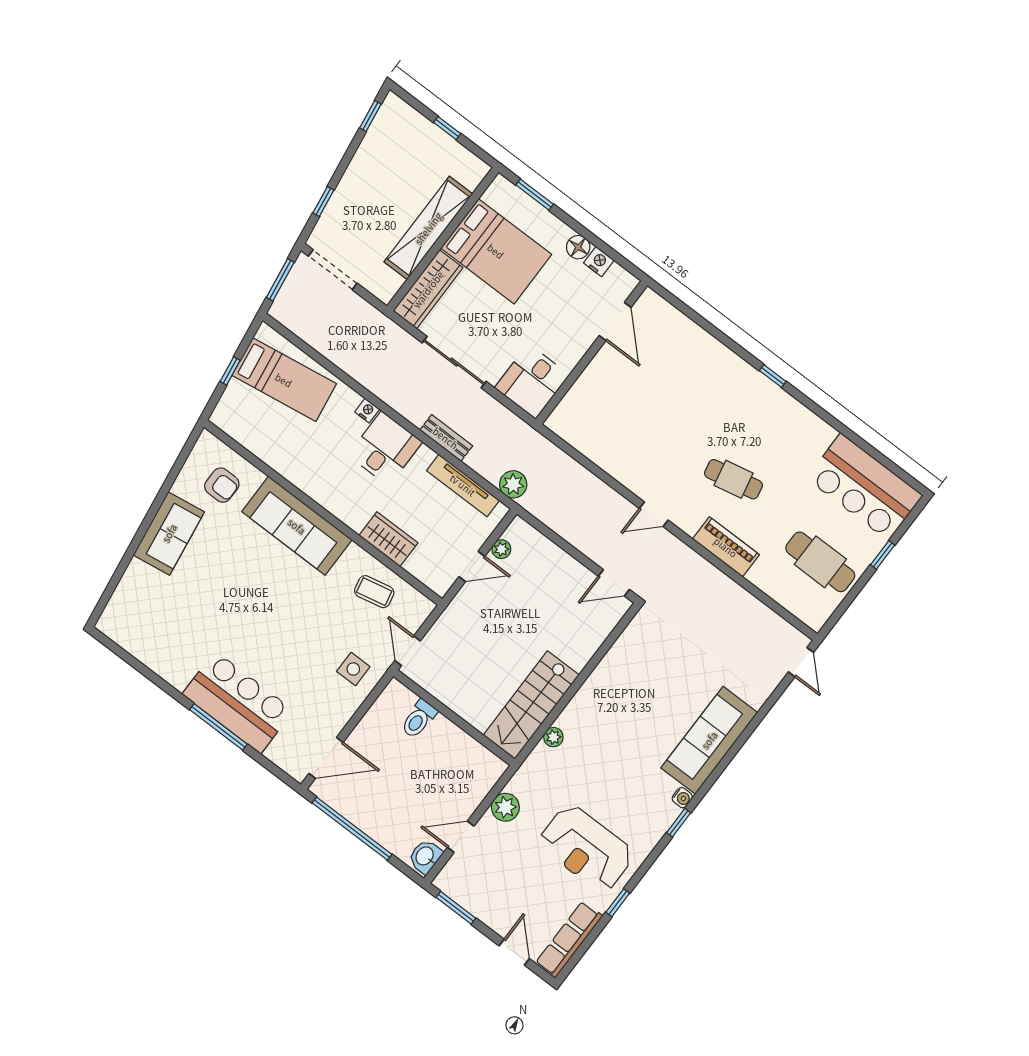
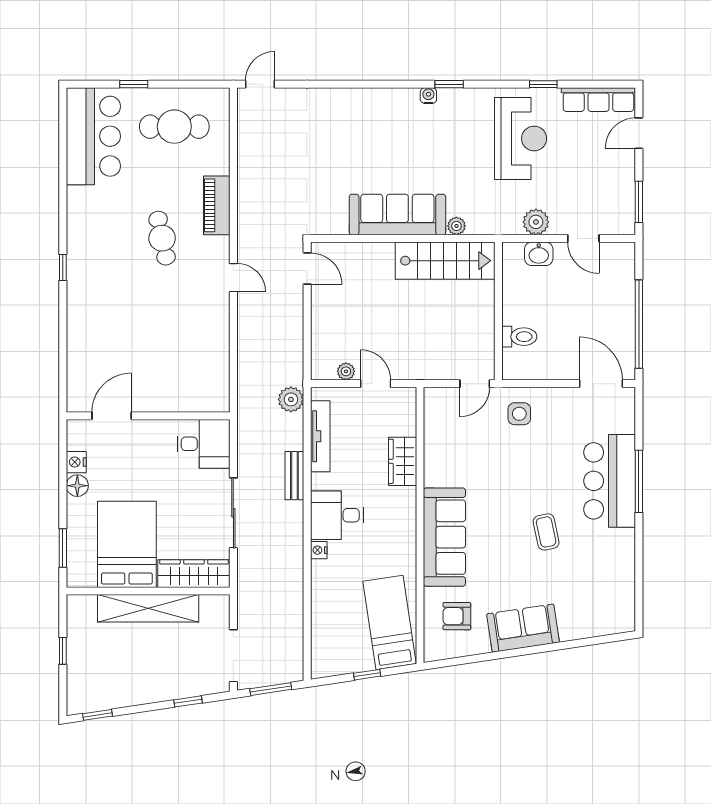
bed: (284, 380) -> (390, 622), moved
armchair: (222, 485) -> (457, 616), turned -90
cafe table: (820, 562) -> (174, 127), turned 90
coffee table: (374, 592) -> (546, 532), moved
sofa: (709, 740) -> (397, 215), moved, turned 180
washbasin: (425, 856) -> (539, 254), moved

